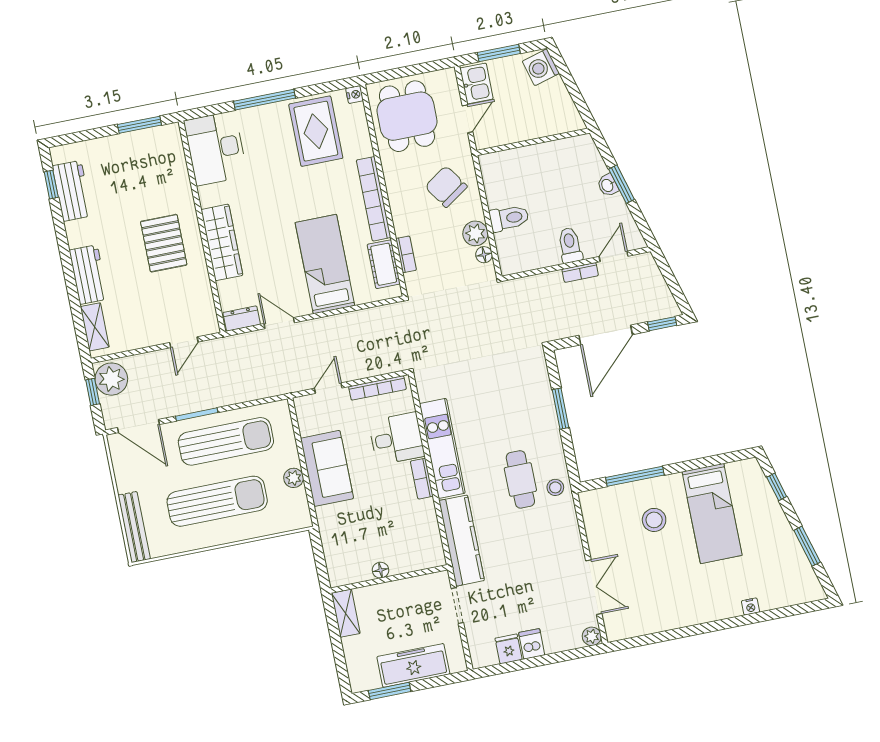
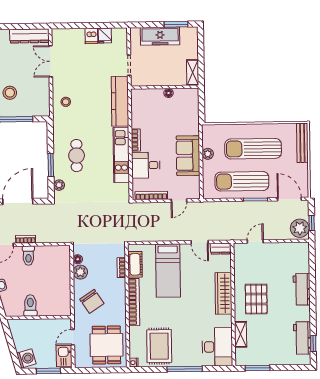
toilet: (509, 218) -> (30, 305), moved, turned 90
shelving: (95, 327) -> (241, 334), moved
cafe table: (520, 479) -> (77, 156), moved
stool: (555, 487) -> (66, 102), moved
dresser: (639, 624) -> (29, 36), added
plant: (592, 636) -> (59, 185), moved

